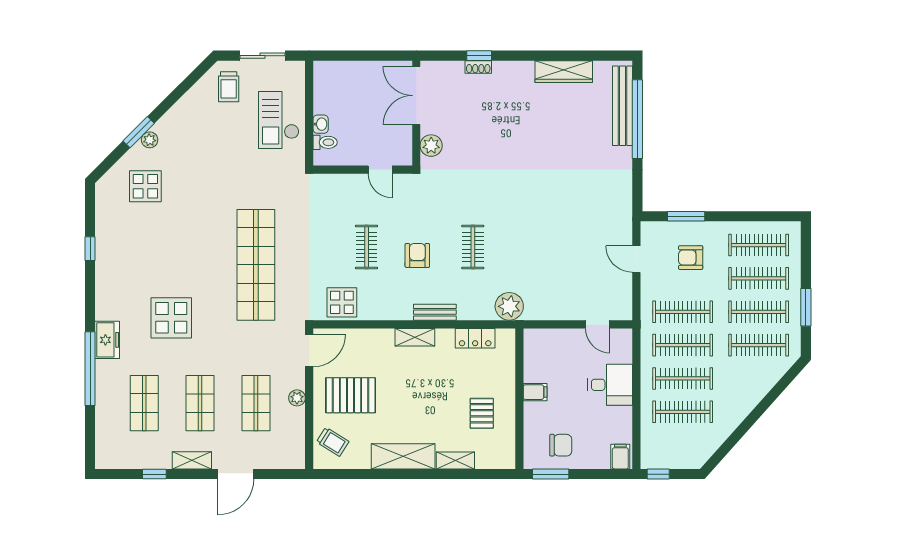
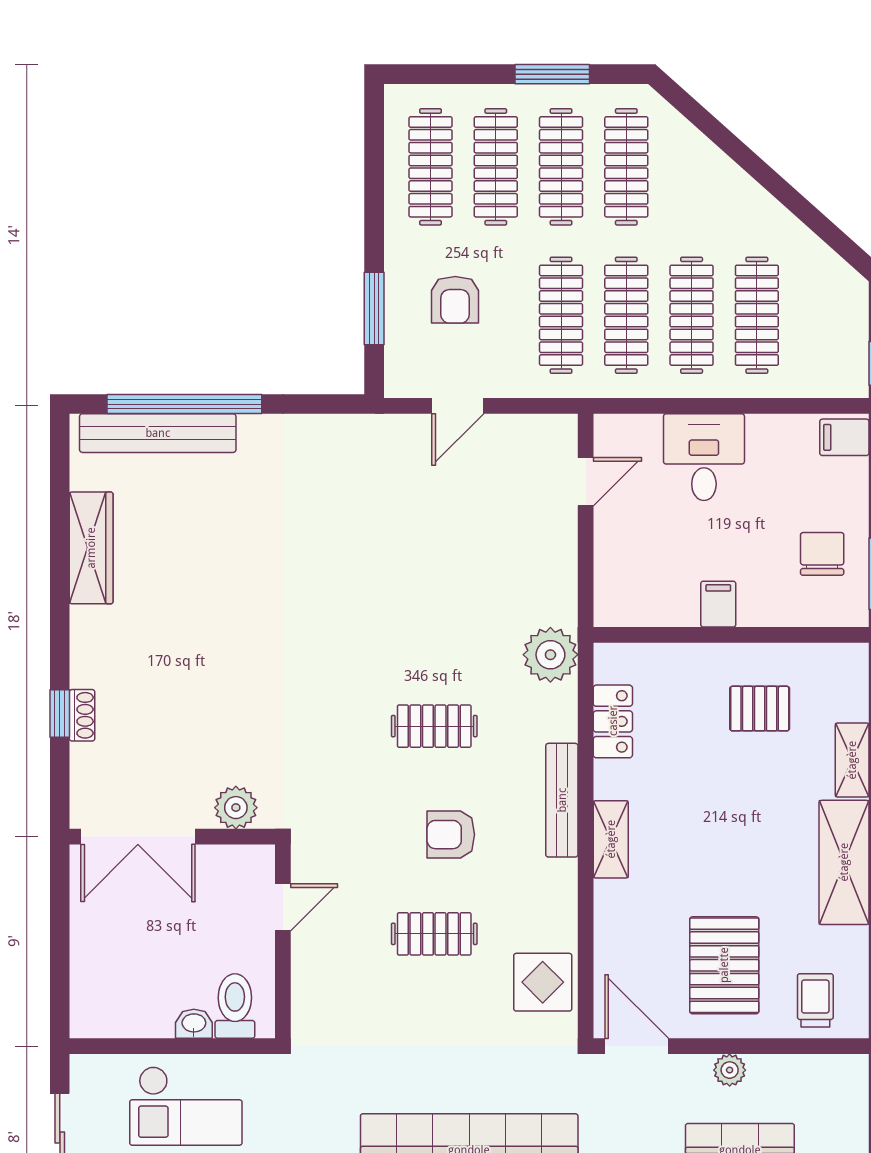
toilet: (325, 142) -> (235, 1006), width x1.37, depth x1.39
bench: (435, 312) -> (562, 800), width x1.36
trolley: (333, 442) -> (815, 1000), turned -32

